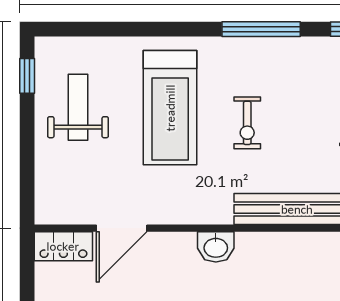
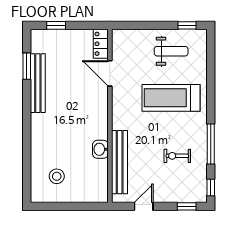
exercise bike: (247, 123) -> (177, 156), moved
washbasin: (216, 247) -> (100, 149), moved

